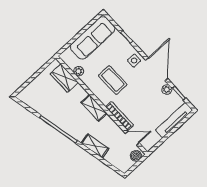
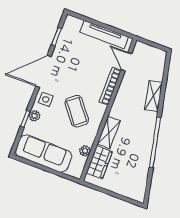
coffee table: (113, 80) -> (77, 111), turned -39
plant: (167, 89) -> (34, 116), moved
shelving: (94, 108) -> (109, 133), moved
tv unit: (174, 120) -> (104, 34), moved
boiler: (136, 156) -> (143, 49), removed

